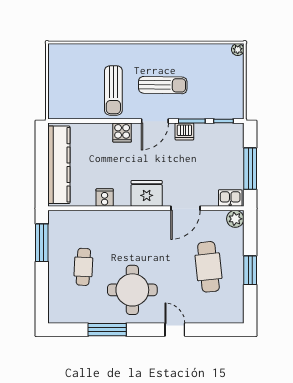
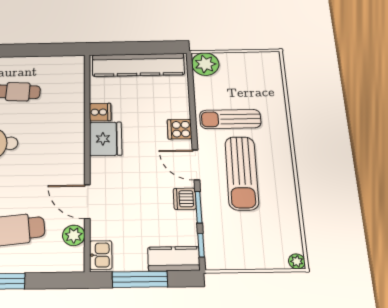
sun lounger: (163, 85) -> (242, 173), width x1.36, depth x1.34
plant: (59, 108) -> (205, 64), added
kitchen counter: (234, 142) -> (174, 259), added
fridge: (147, 193) -> (105, 139), moved
plant: (235, 219) -> (74, 235), moved
window: (42, 243) -> (47, 50), removed

